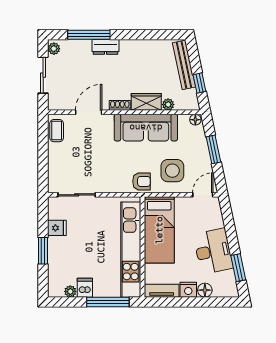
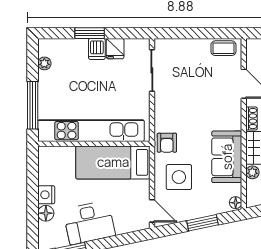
sofa: (146, 128) -> (227, 157), width x0.73
dishwasher: (85, 288) -> (97, 49), moved, turned 90
tv unit: (162, 291) -> (45, 165), removed

